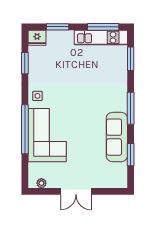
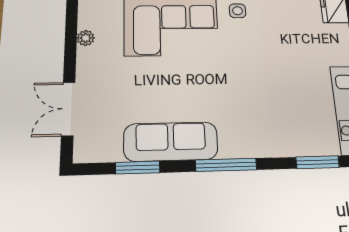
plant: (41, 183) -> (86, 38), moved
double door: (76, 191) -> (68, 109), moved

